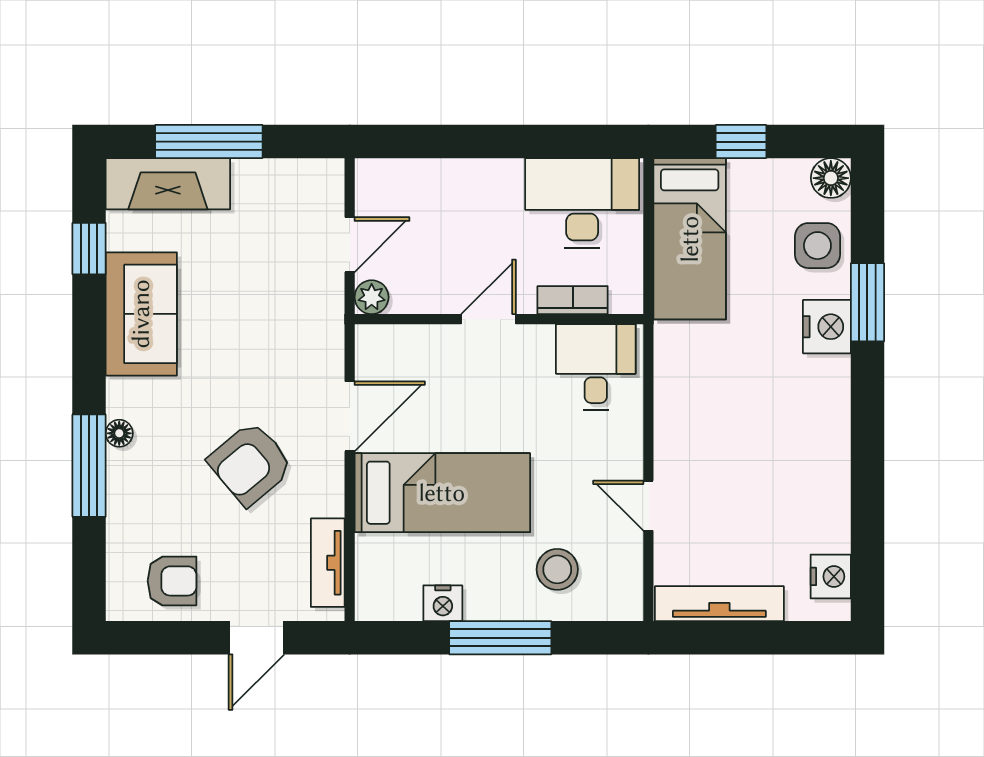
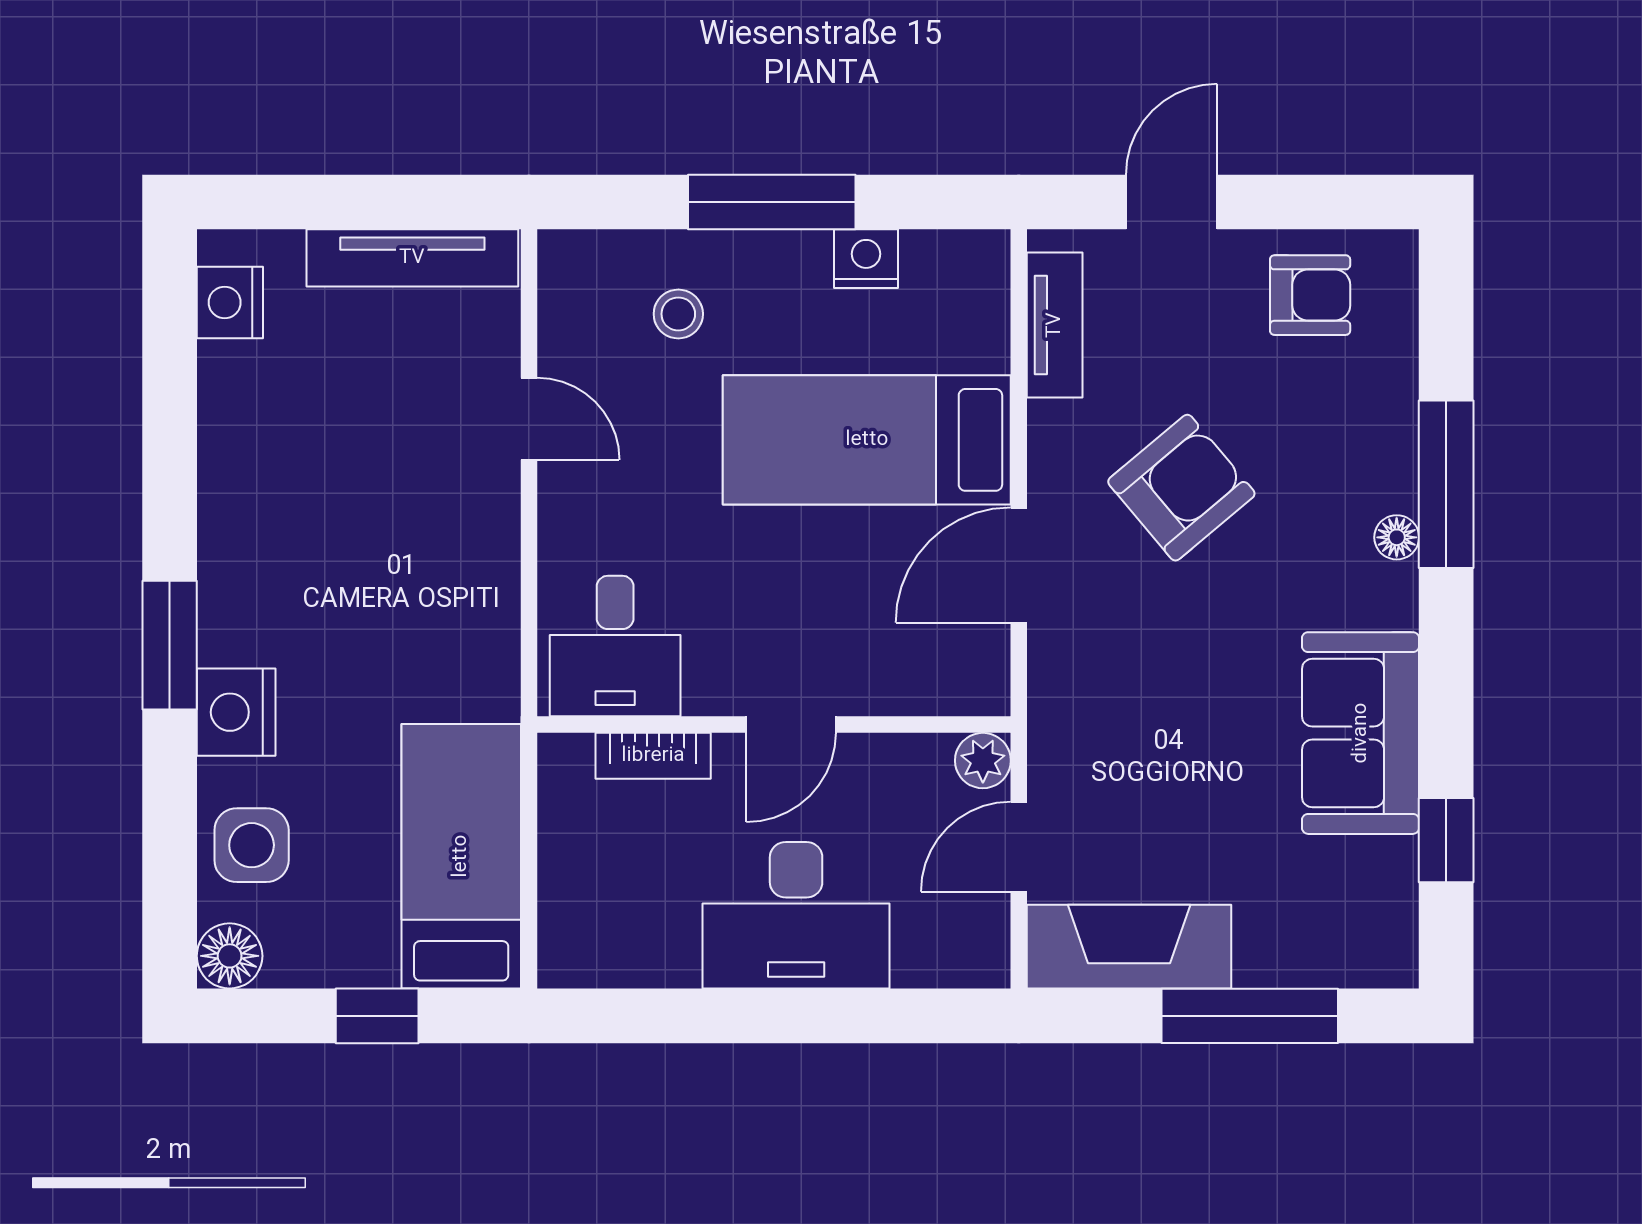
fireplace: (168, 184) -> (1129, 947), moved
desk: (582, 203) -> (796, 915), moved
window: (867, 302) -> (170, 645), moved
stool: (557, 569) -> (678, 314), width x0.73, depth x0.73
armchair: (172, 581) -> (1310, 295), turned 180

